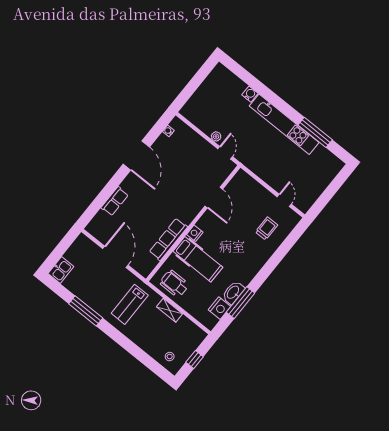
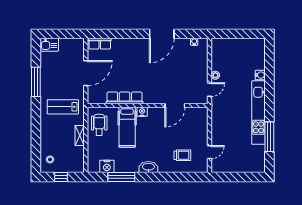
row of seats: (115, 201) -> (100, 44), moved
washbasin: (233, 292) -> (148, 167), moved

